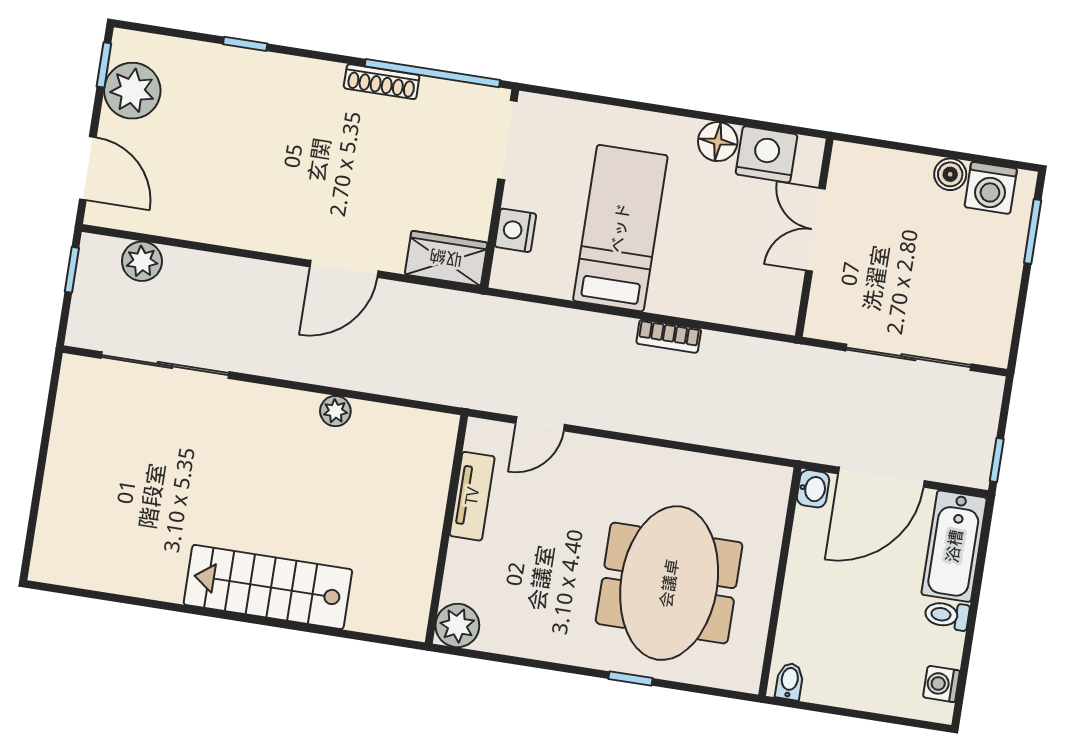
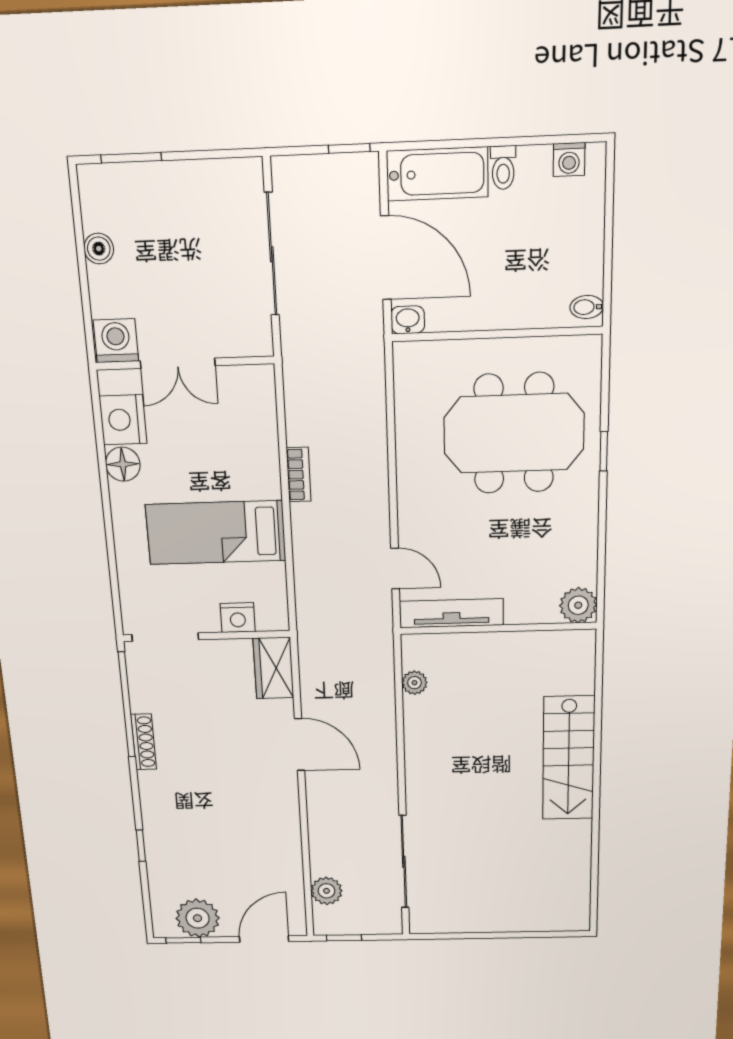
washing machine: (991, 188) -> (116, 341), moved, turned -90
plant: (335, 411) -> (414, 683), moved
tv unit: (472, 496) -> (451, 613), width x1.41

